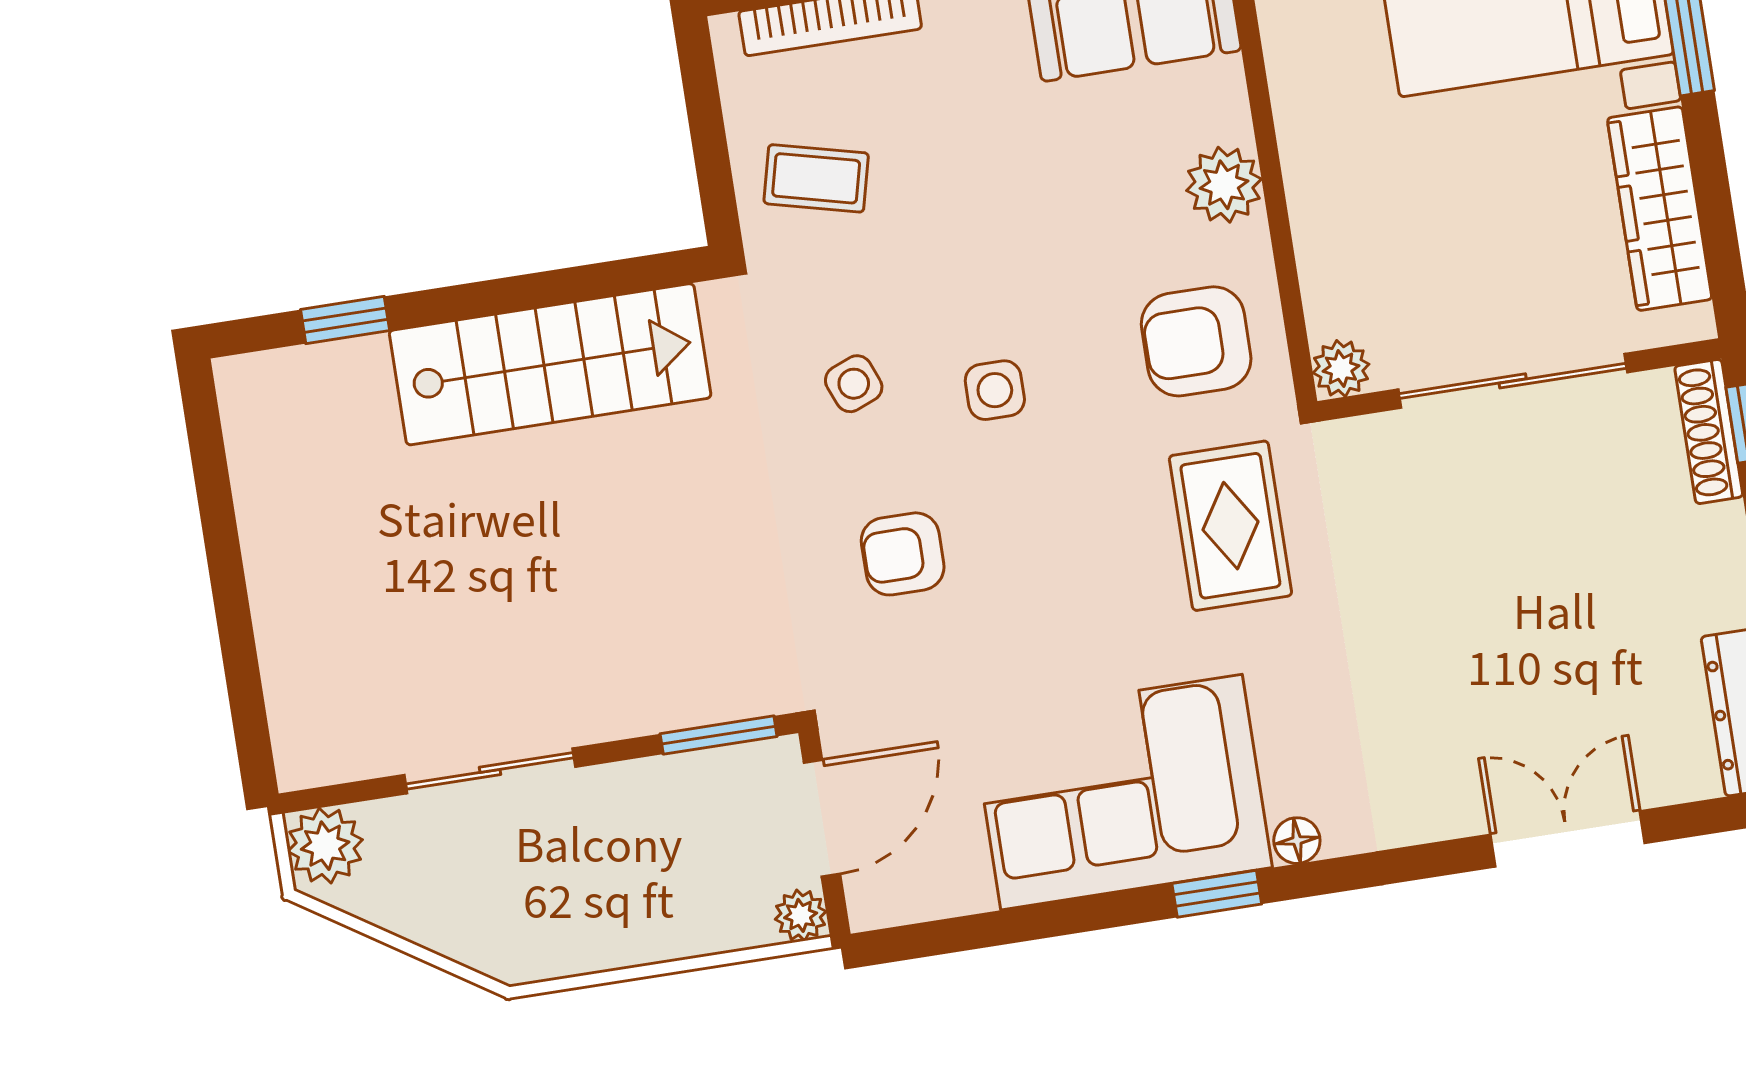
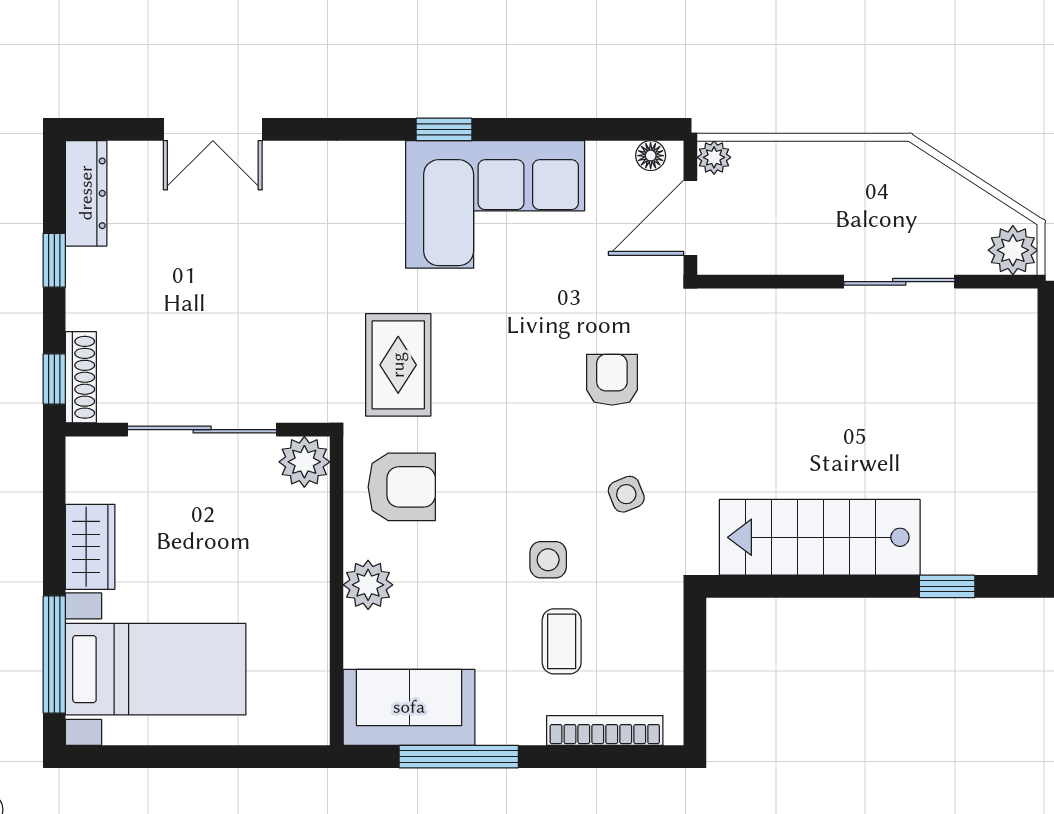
coffee table: (816, 178) -> (562, 641), moved, turned 76
wardrobe: (1660, 209) -> (90, 547), width x0.67
plant: (1341, 369) -> (304, 462), width x1.38, depth x1.38
side table: (995, 390) -> (548, 560), moved
armchair: (903, 554) -> (612, 380), turned -90
window: (719, 735) -> (749, 282), removed
floor lamp: (1297, 841) -> (651, 156), moved

